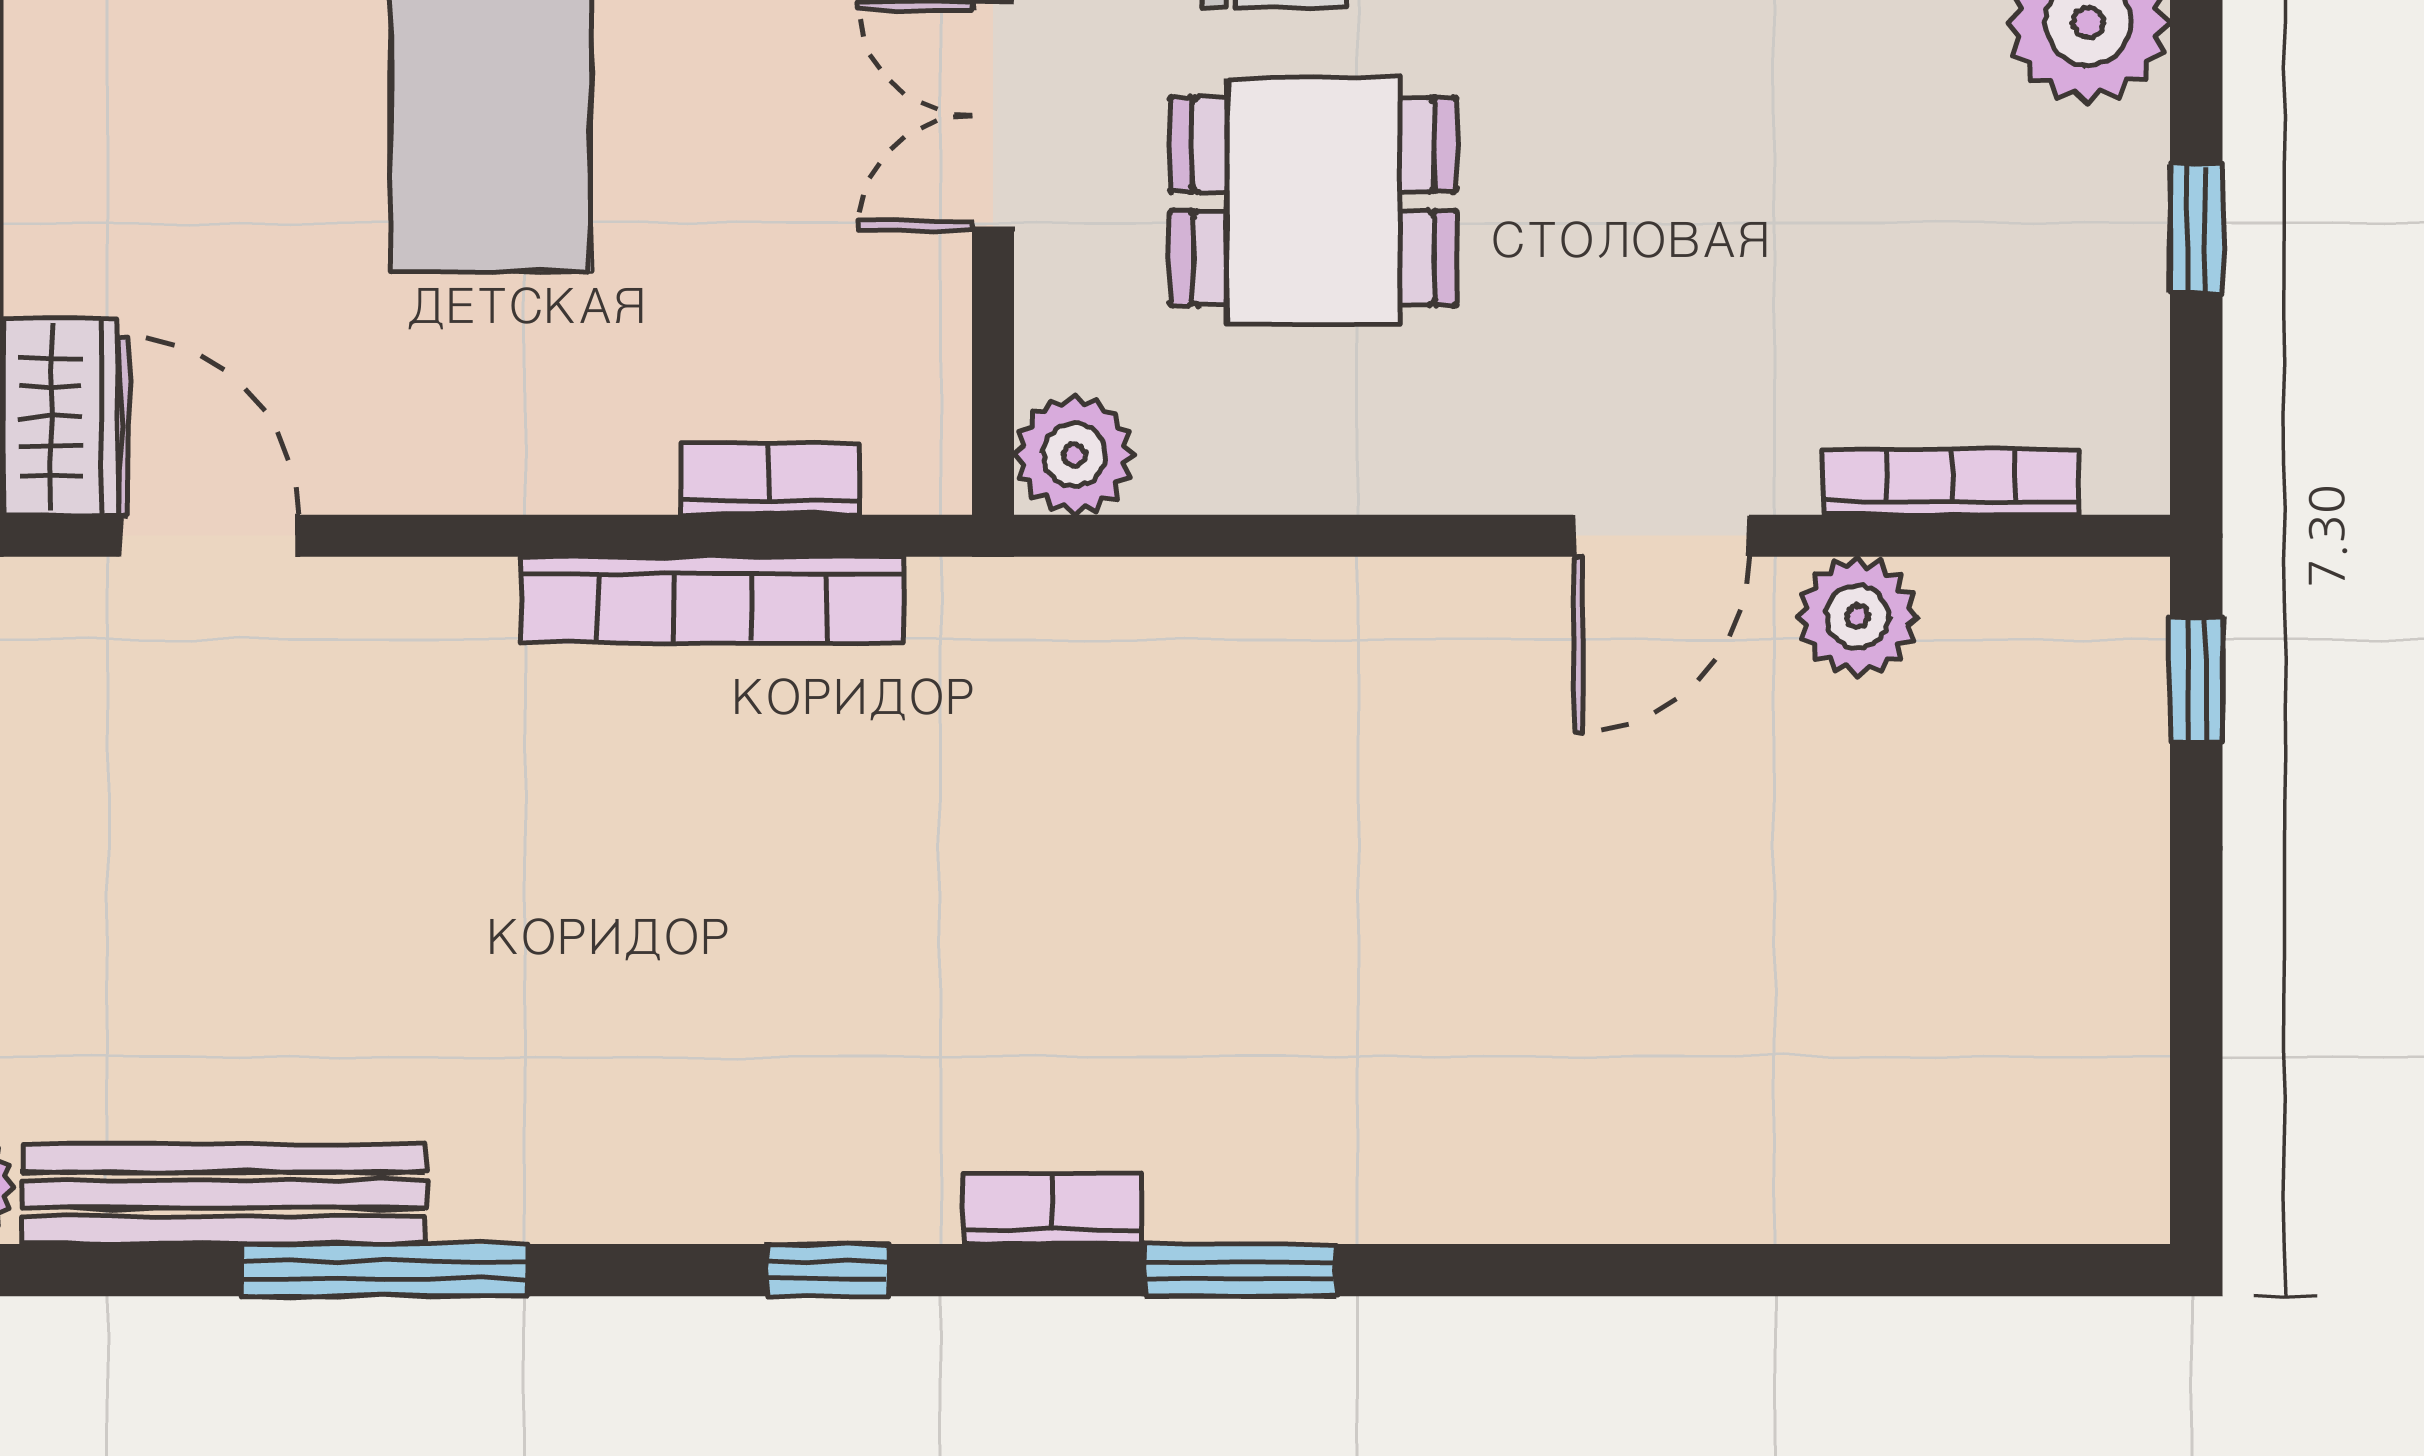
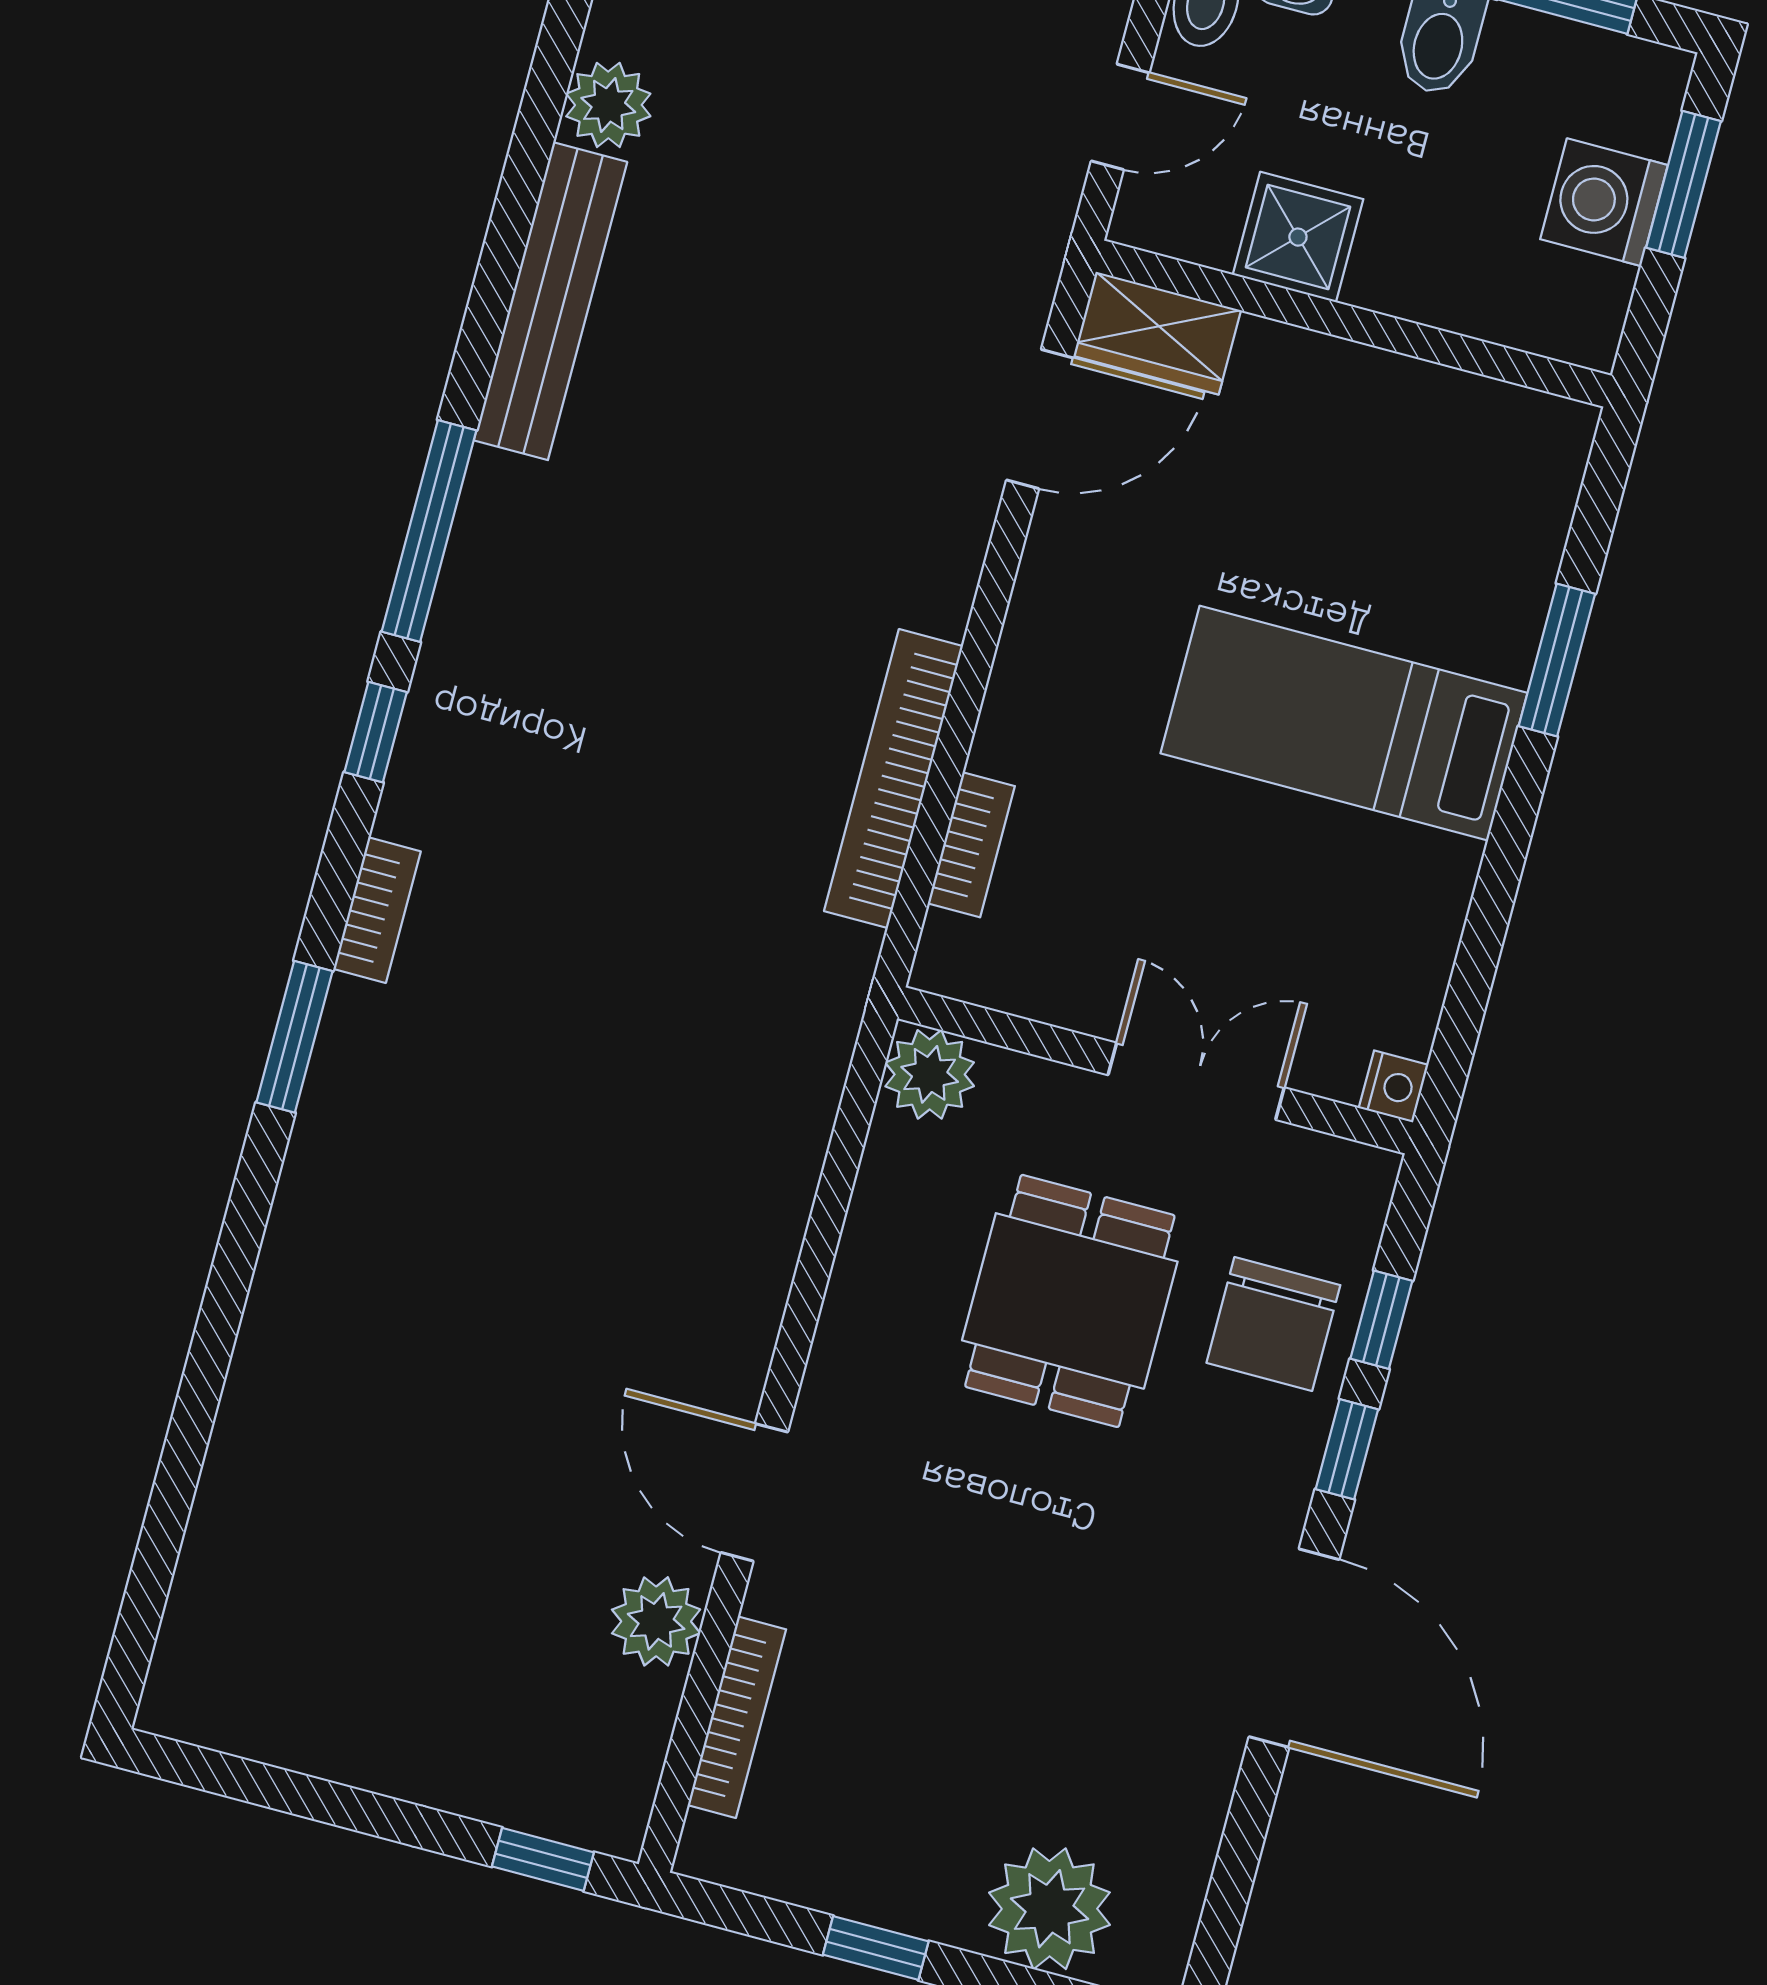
window: (385, 1270) -> (429, 531), moved

